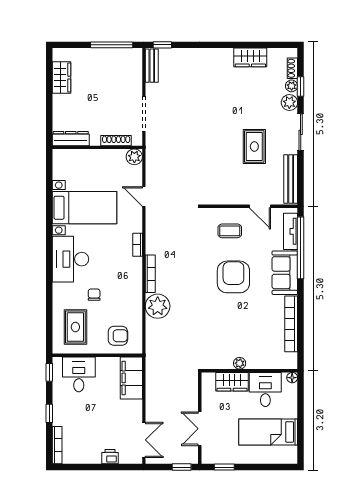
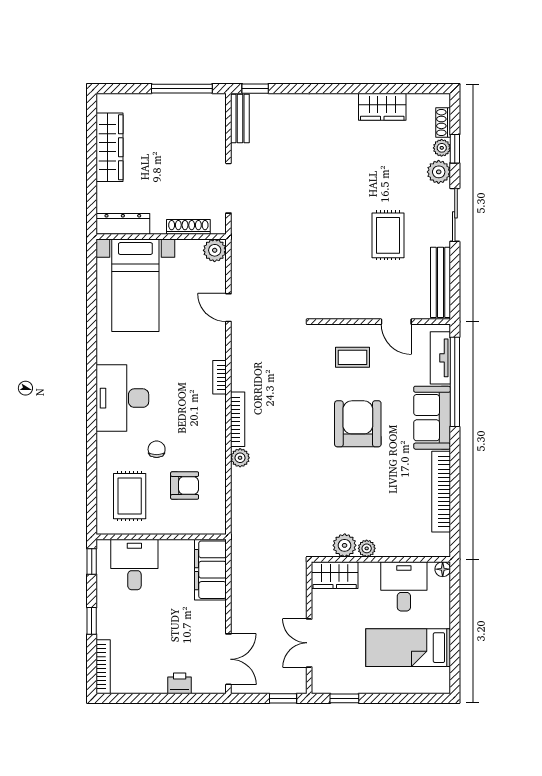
wardrobe: (61, 78) -> (110, 147), width x1.50
bed with nightstands: (84, 208) -> (135, 285), moved, turned 90
plant: (158, 306) -> (240, 458), width x0.53, depth x0.53
armchair: (118, 336) -> (185, 486), moved
plant: (224, 361) -> (345, 545), added
wardrobe: (232, 382) -> (335, 575), moved

